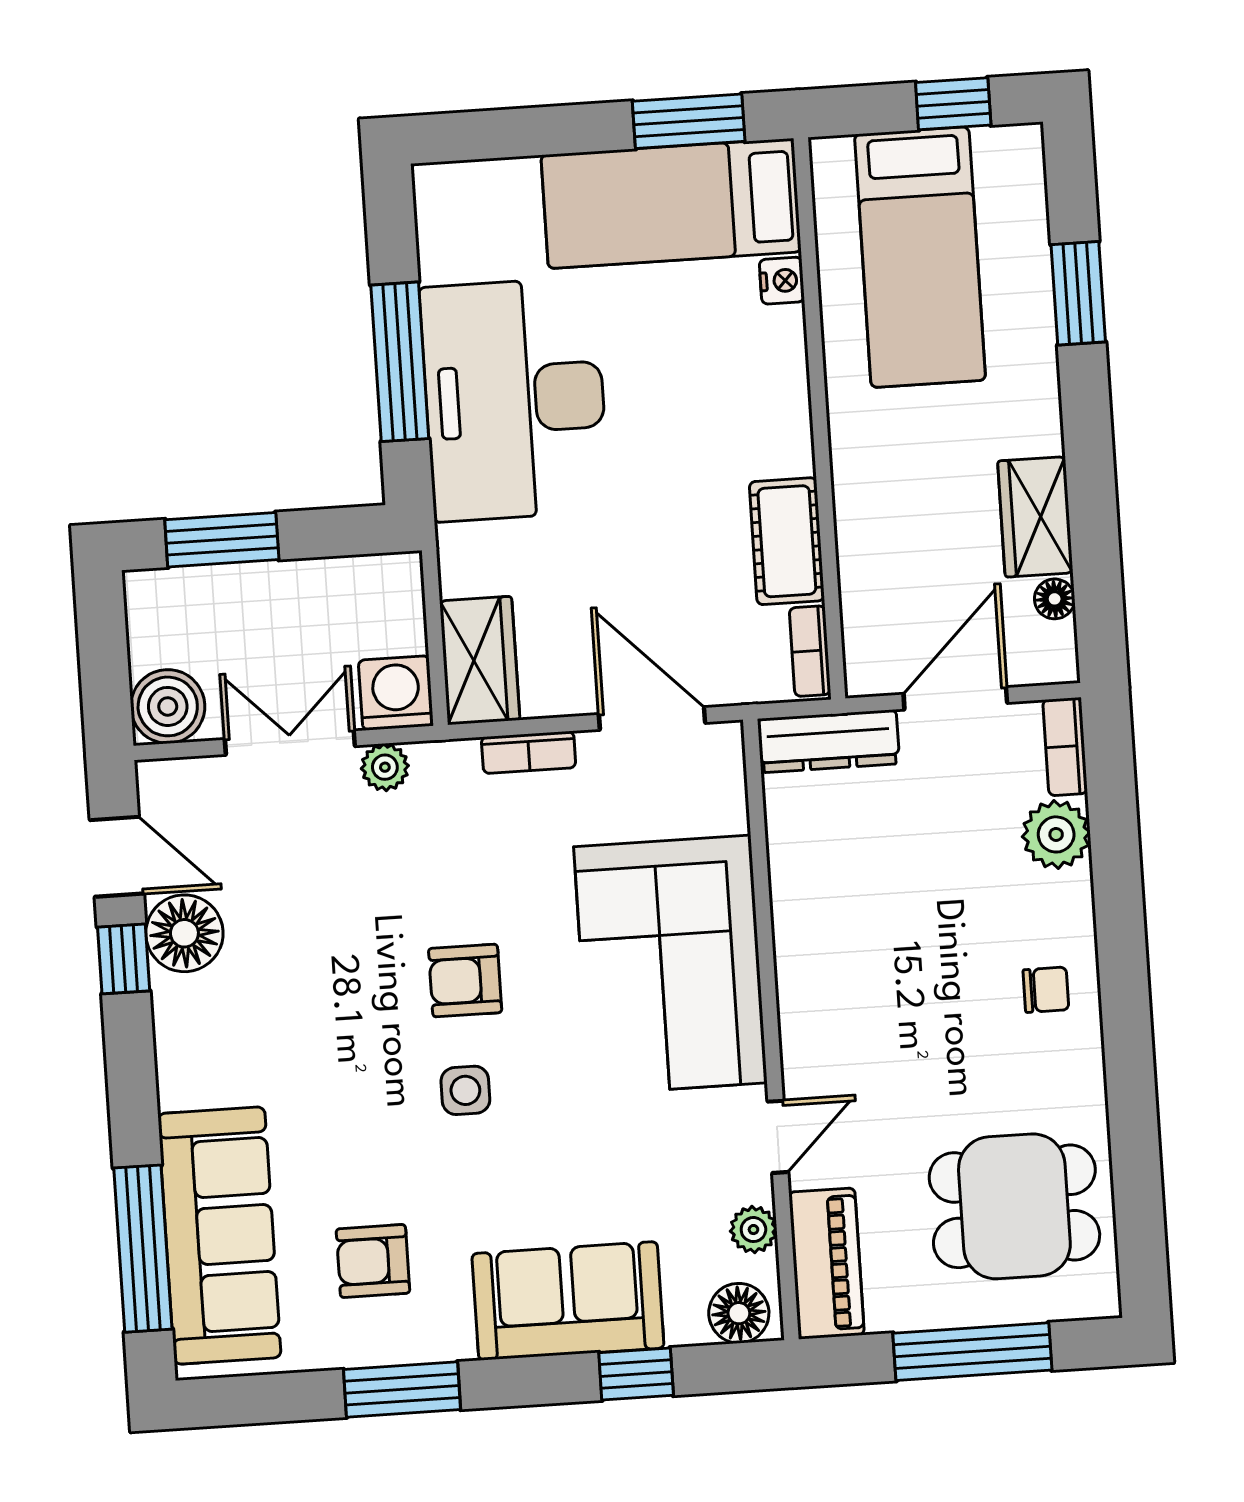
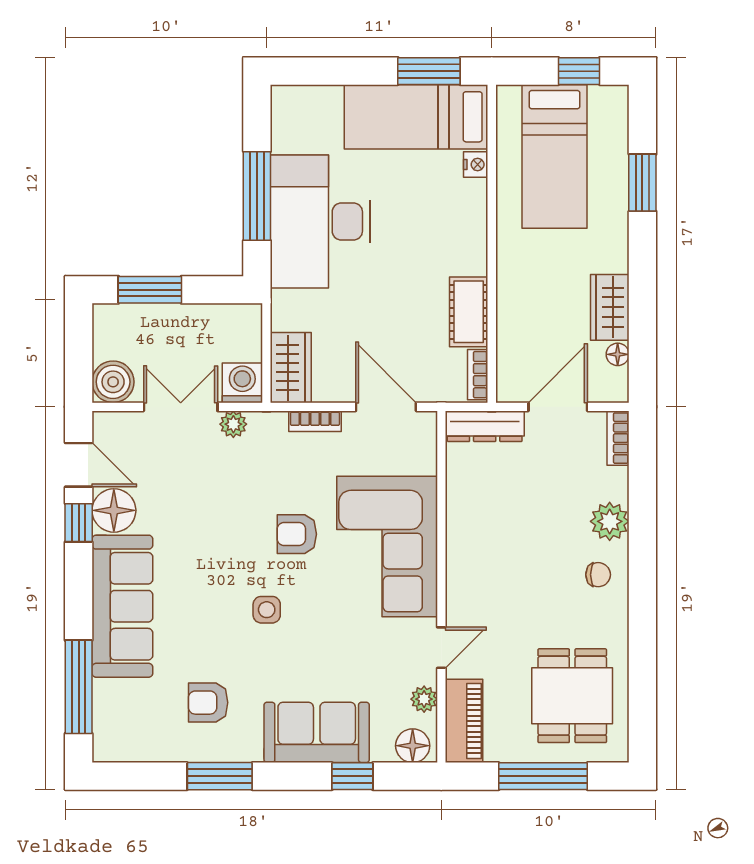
plant: (1056, 834) -> (610, 521), moved
armchair: (465, 981) -> (297, 534), moved
dining table: (1014, 1206) -> (572, 696), turned 90
sofa: (219, 1236) -> (122, 606), moved

